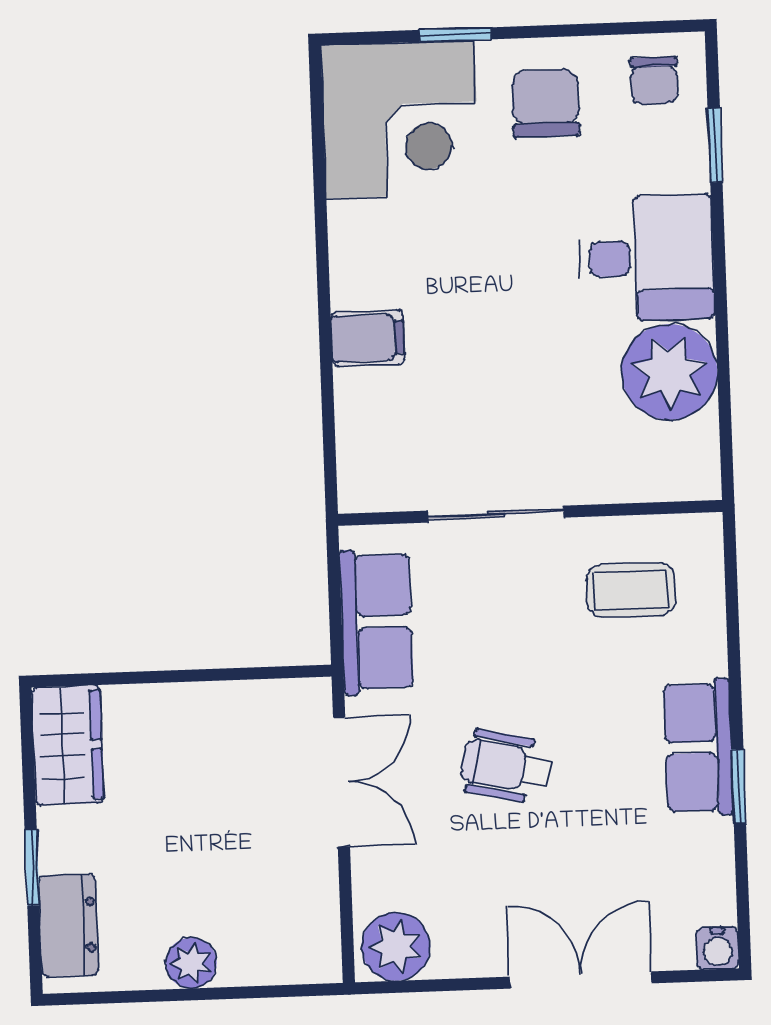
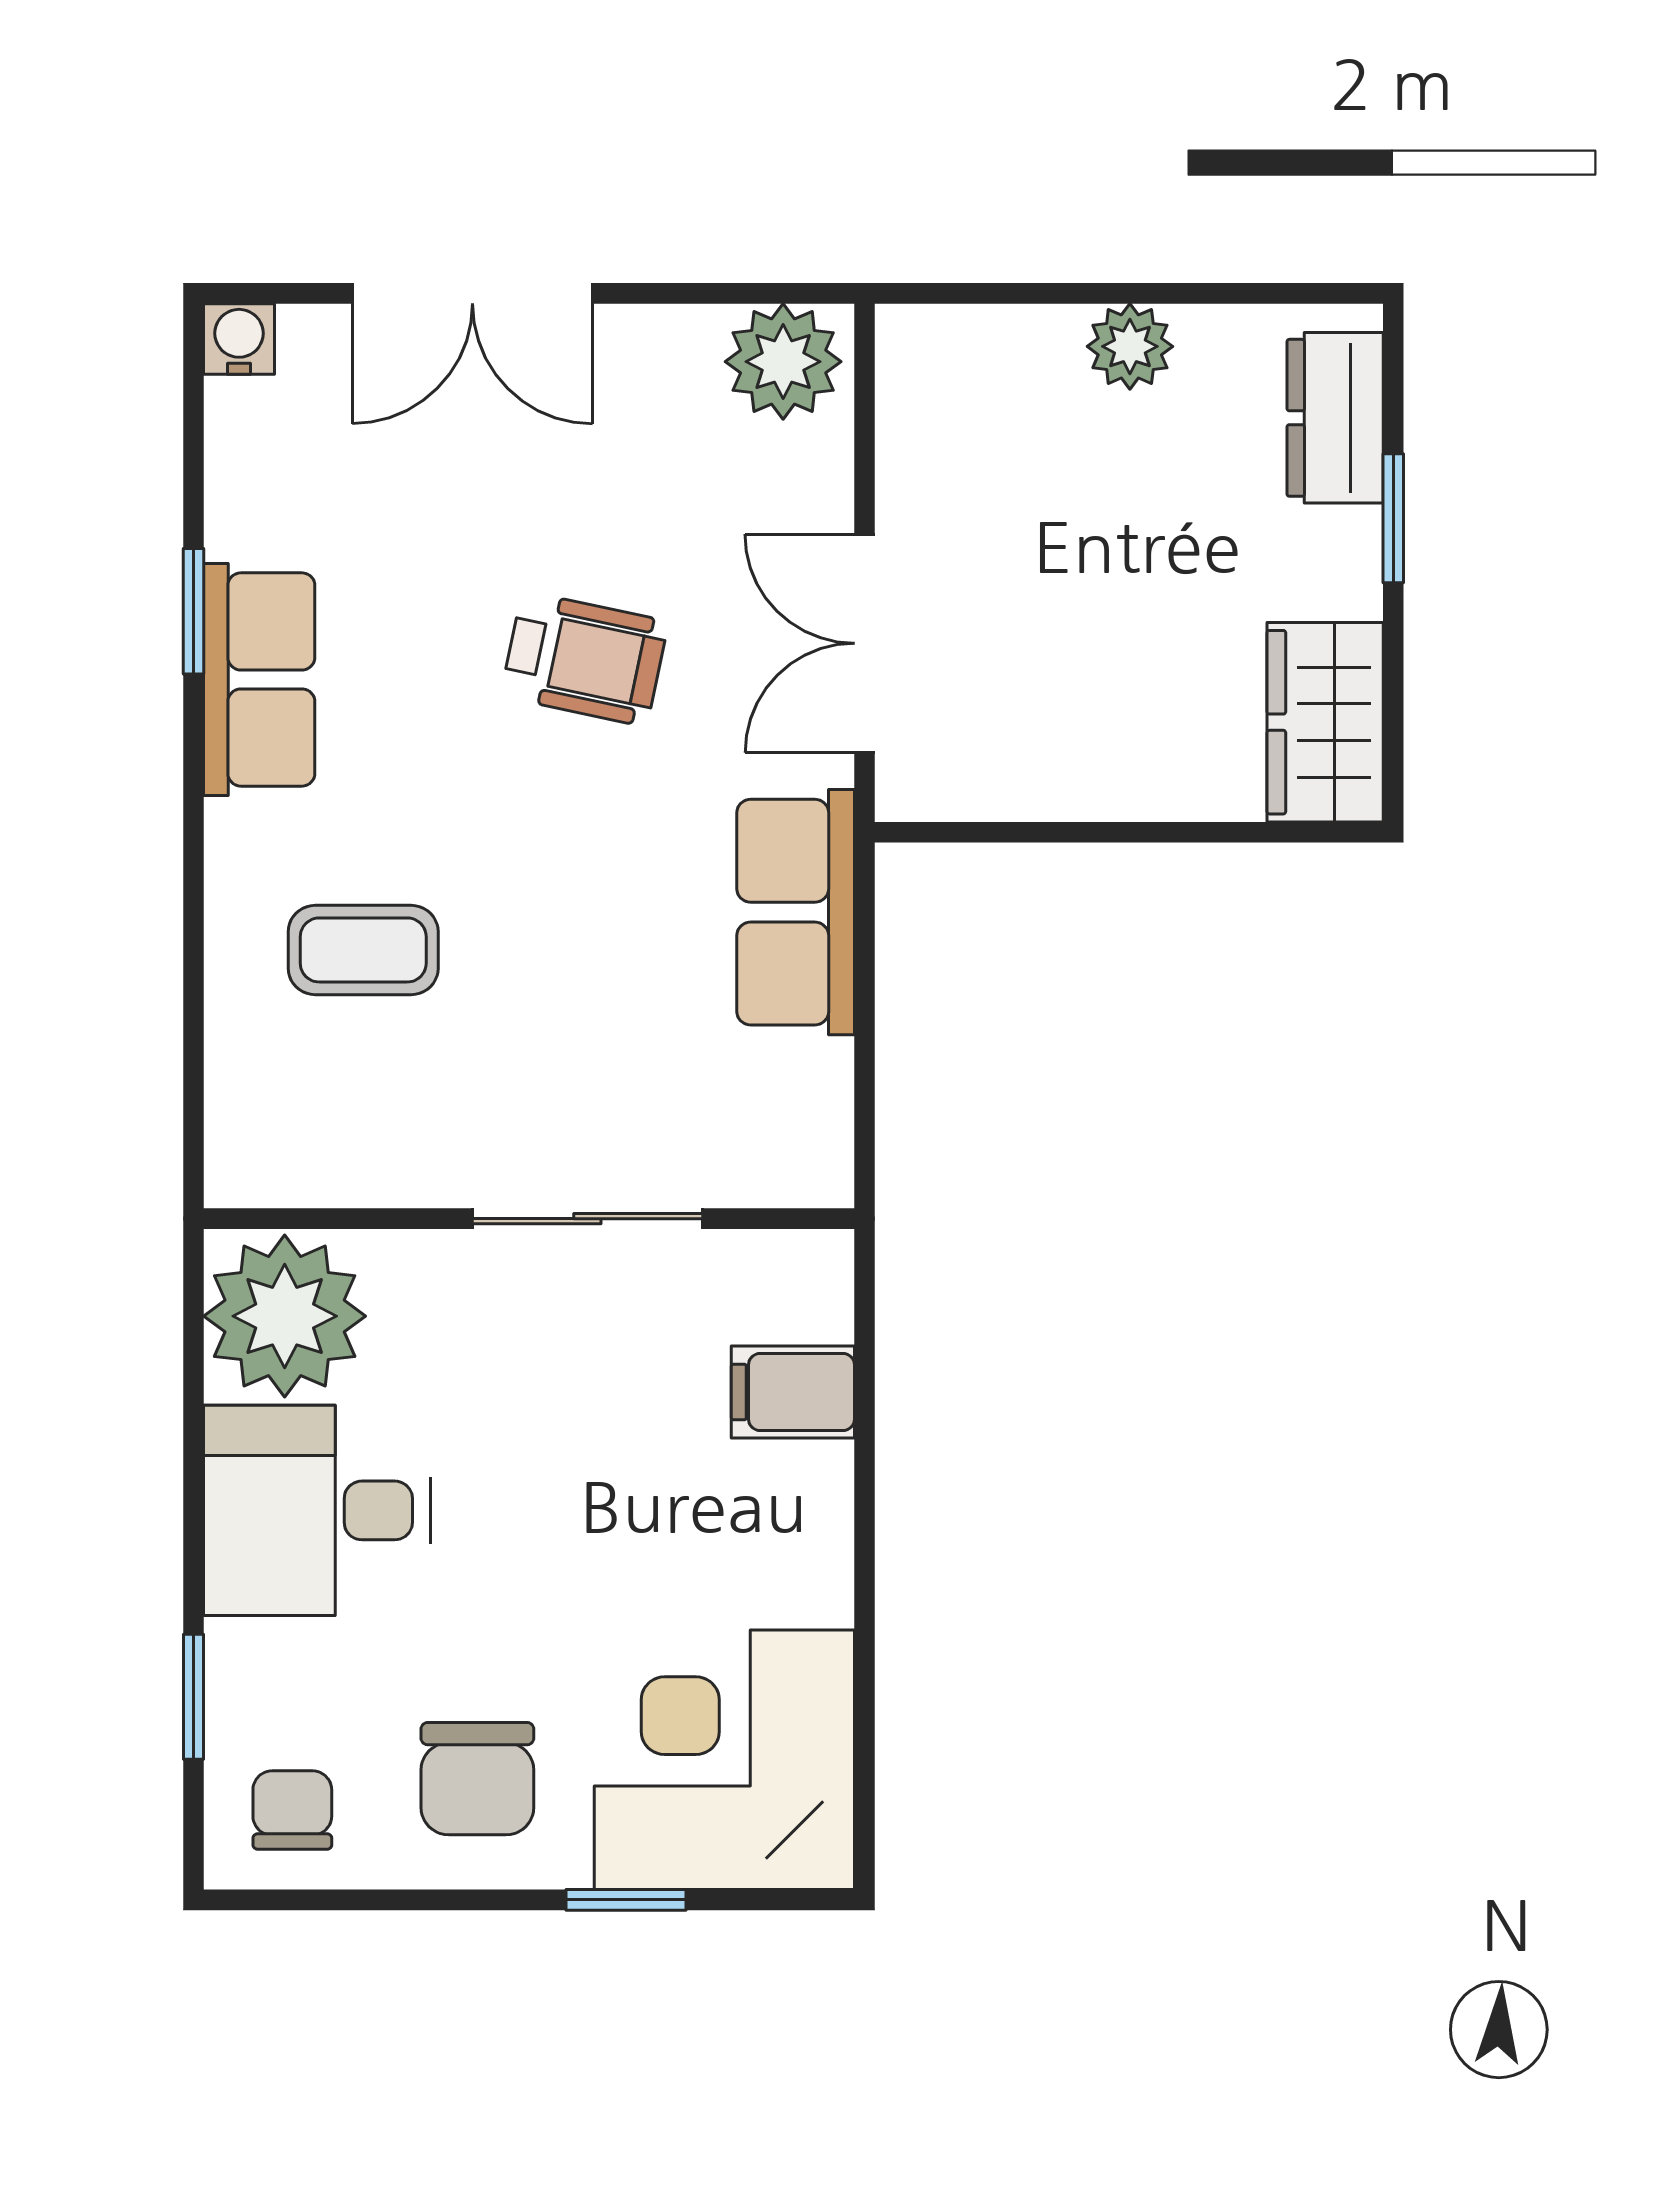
wall: (530, 513) -> (529, 1219), moved
sliding door: (496, 514) -> (587, 1219), moved

